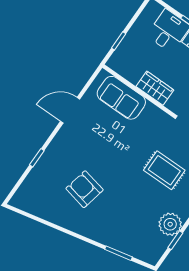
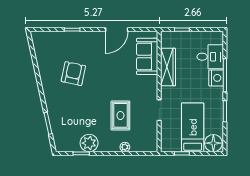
wardrobe: (155, 88) -> (168, 67), width x1.50
door: (70, 110) -> (117, 30), swing flipped

